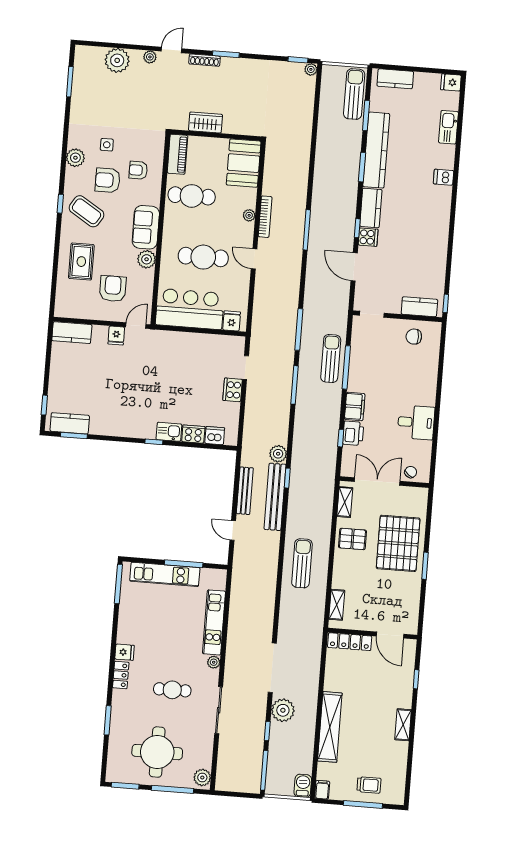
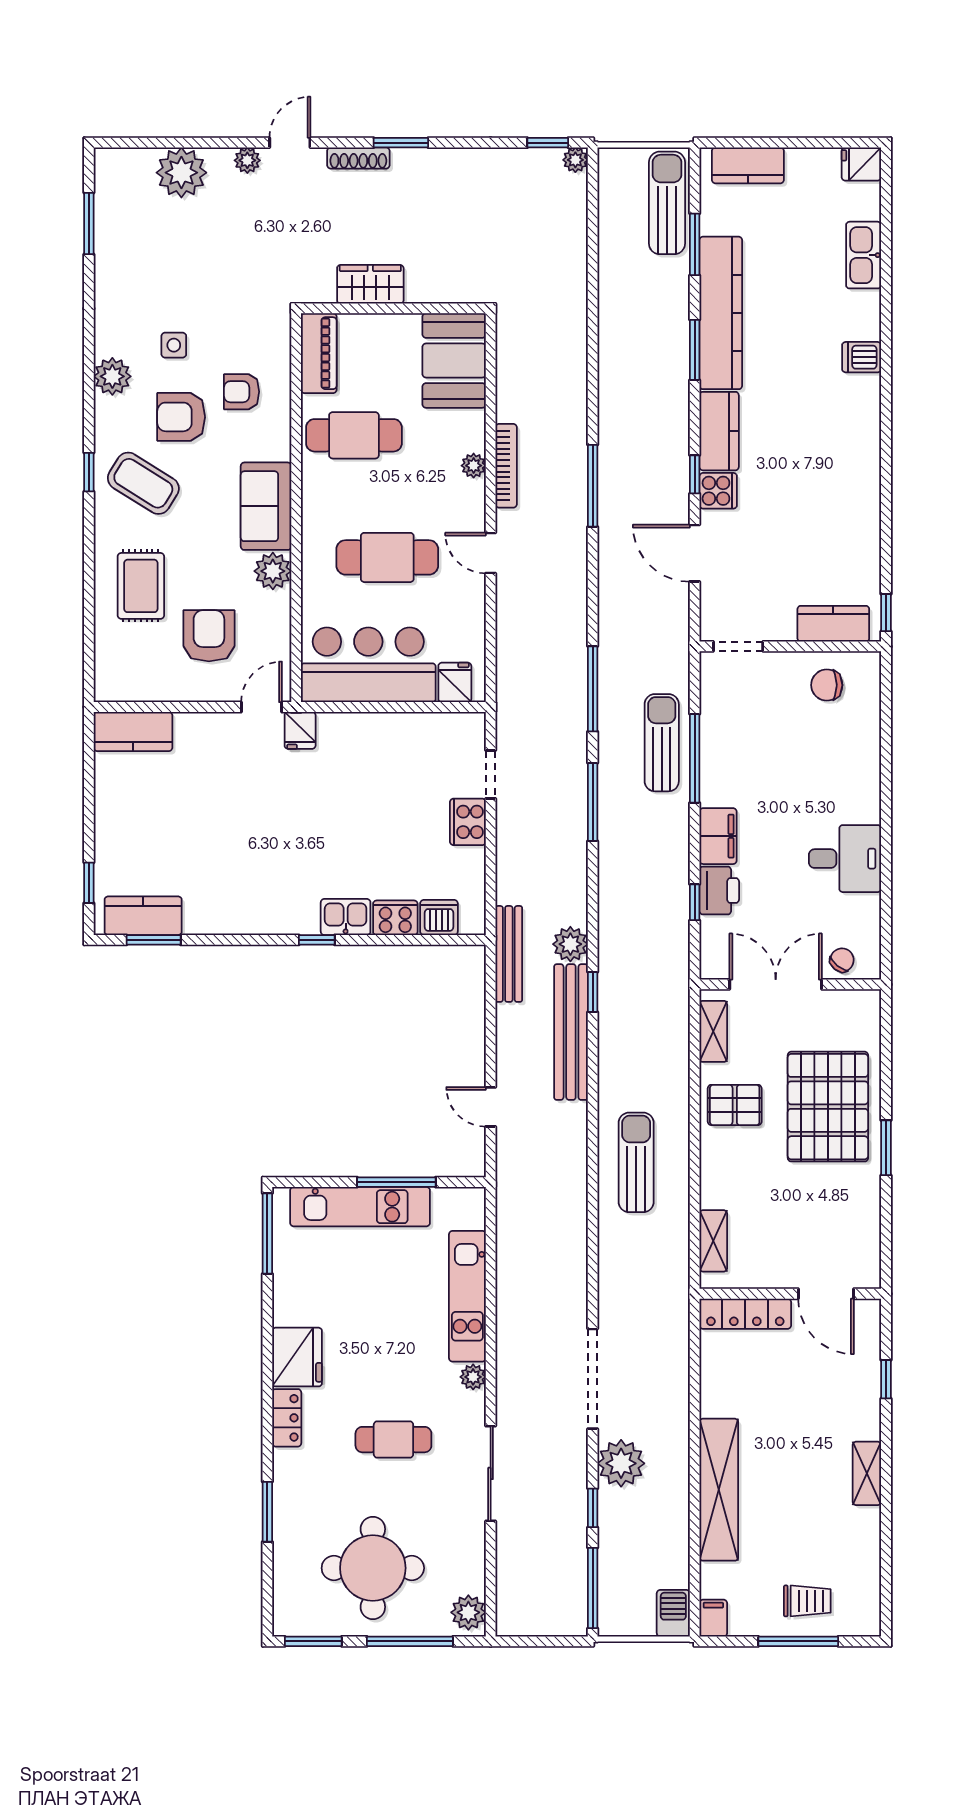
fridge: (116, 336) -> (300, 730), moved
bench: (245, 491) -> (509, 954), moved
fridge: (125, 652) -> (297, 1357), width x1.88, depth x1.34

